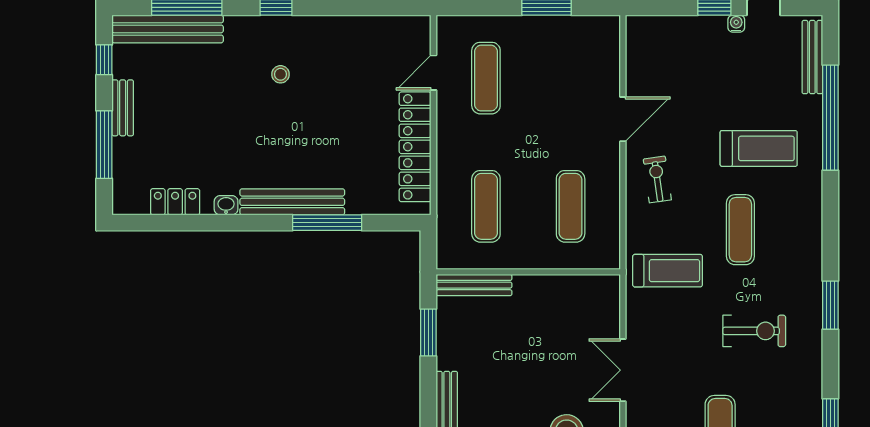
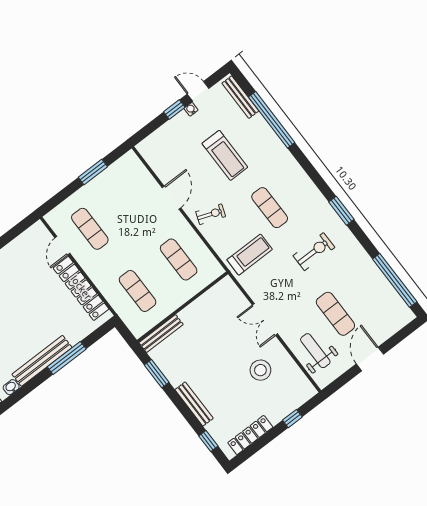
treadmill: (759, 148) -> (225, 155), moved, turned 90
exercise bike: (657, 179) -> (211, 214), turned 118

